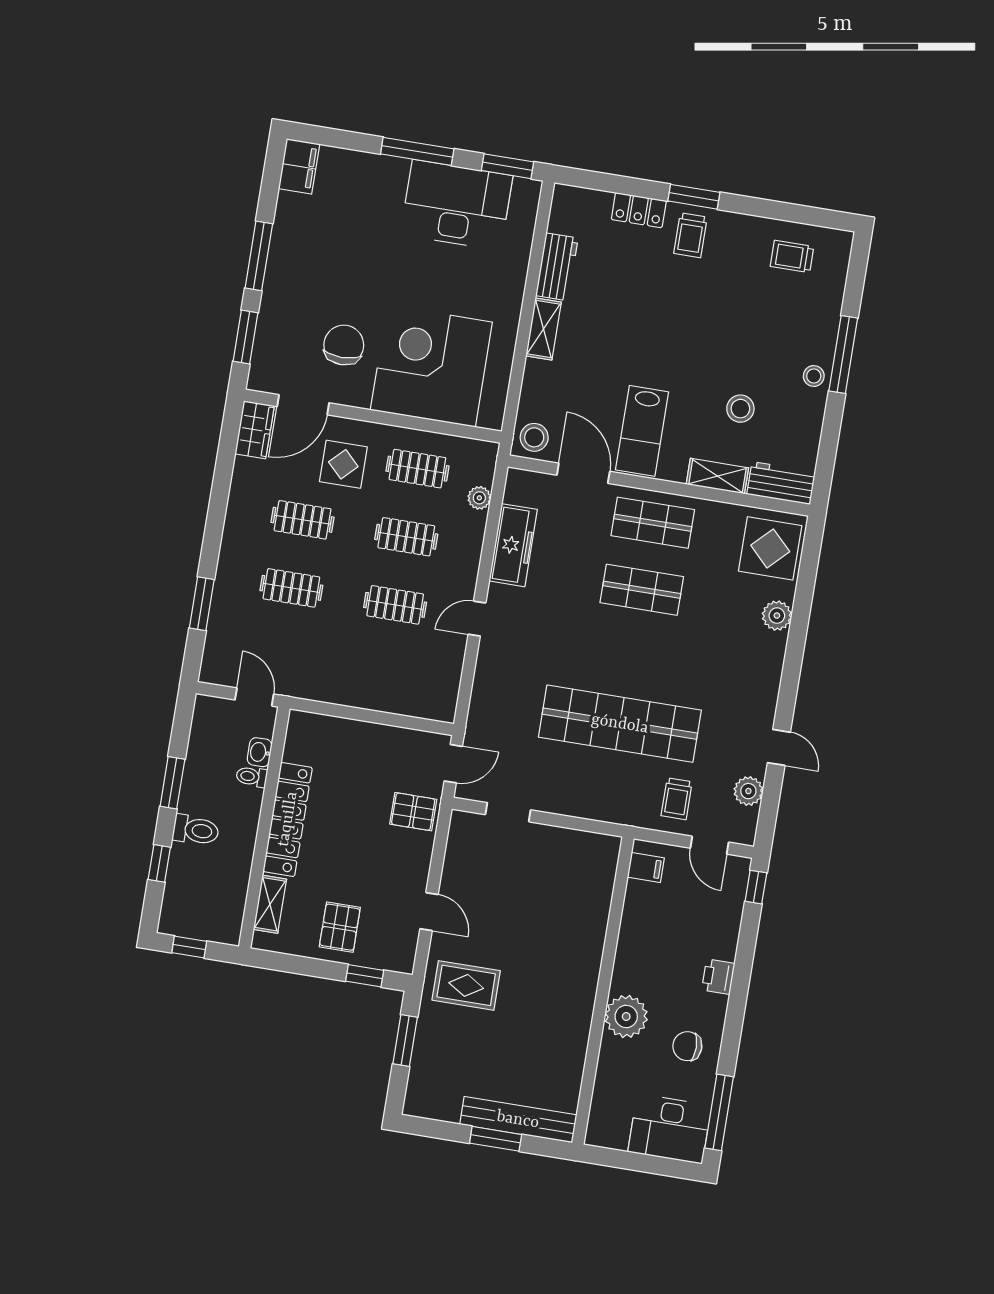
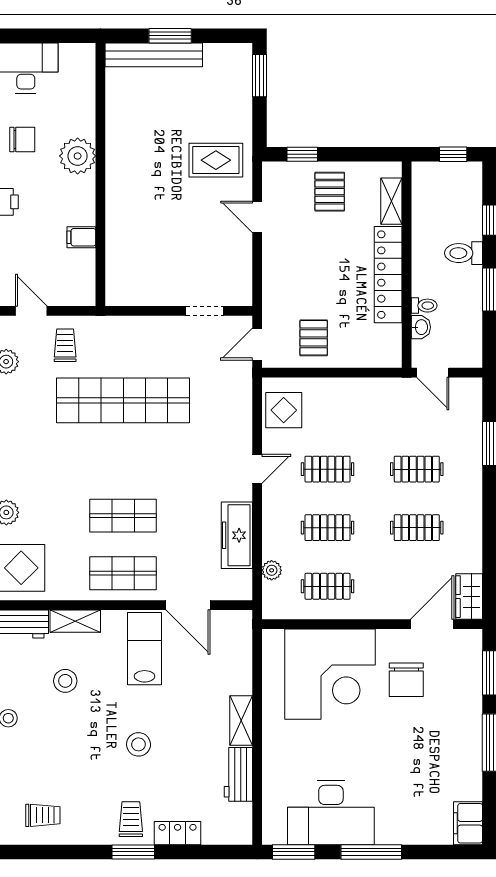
stool: (534, 437) -> (139, 744), moved
display table: (343, 464) -> (284, 410), moved
pallet: (413, 812) -> (314, 338), moved, turned 90
filing cabinet: (646, 867) -> (81, 237), moved
window: (405, 1041) -> (259, 76), moved

